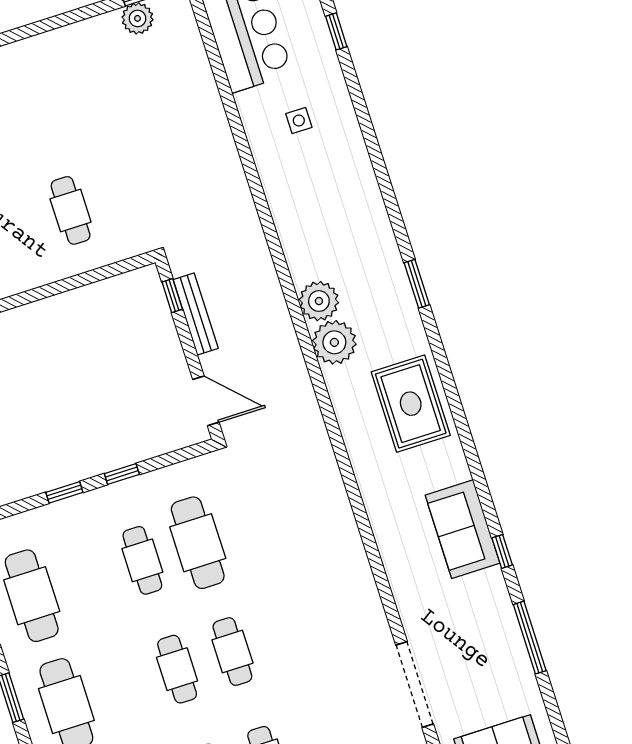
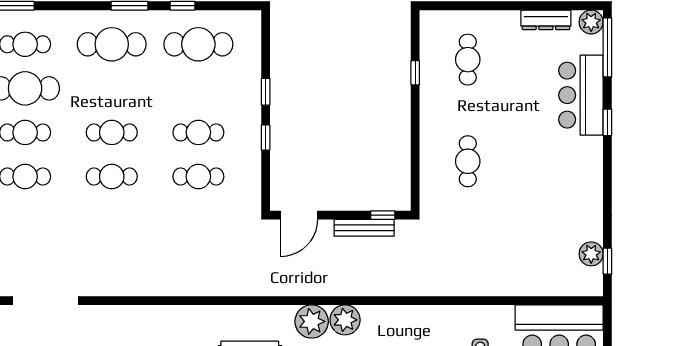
cafe table: (71, 210) -> (468, 161), turned 90
cafe table: (198, 543) -> (198, 177), width x0.73, depth x0.74

